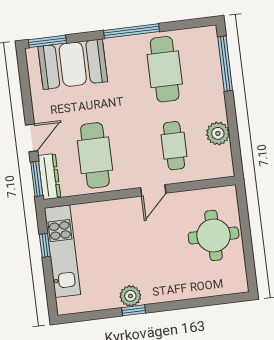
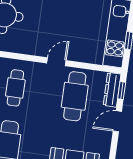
window: (37, 179) -> (122, 91), width x0.67
door: (153, 190) -> (56, 62), moved

